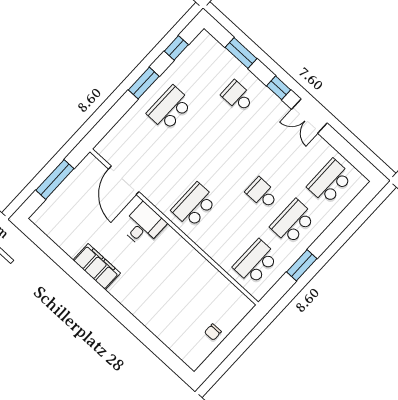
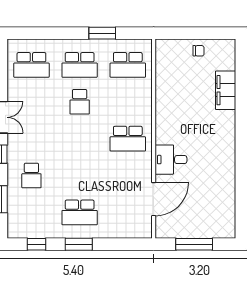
filing cabinet: (97, 267) -> (226, 90), moved

